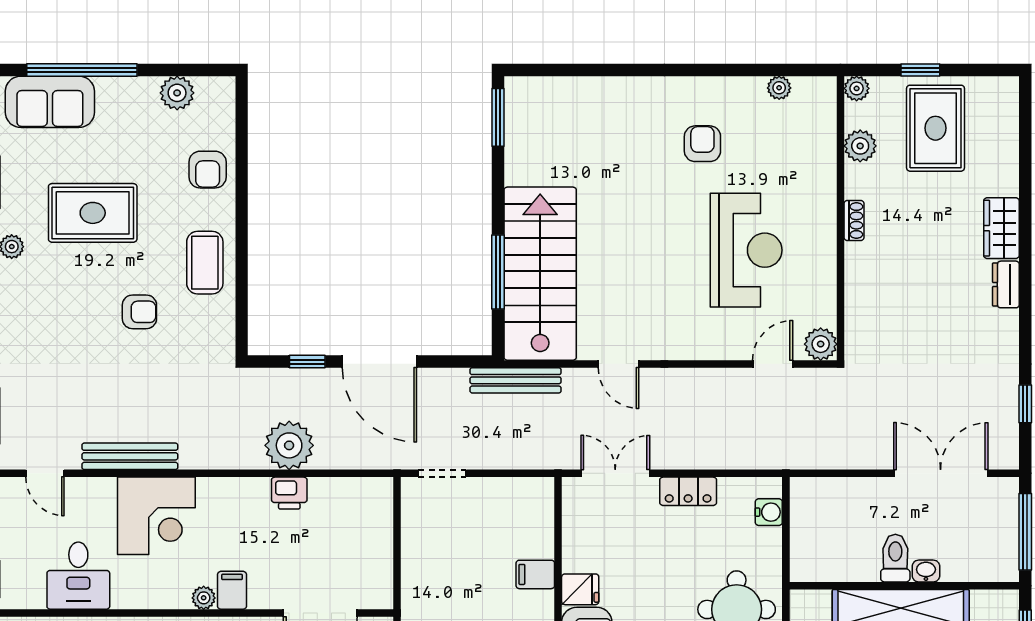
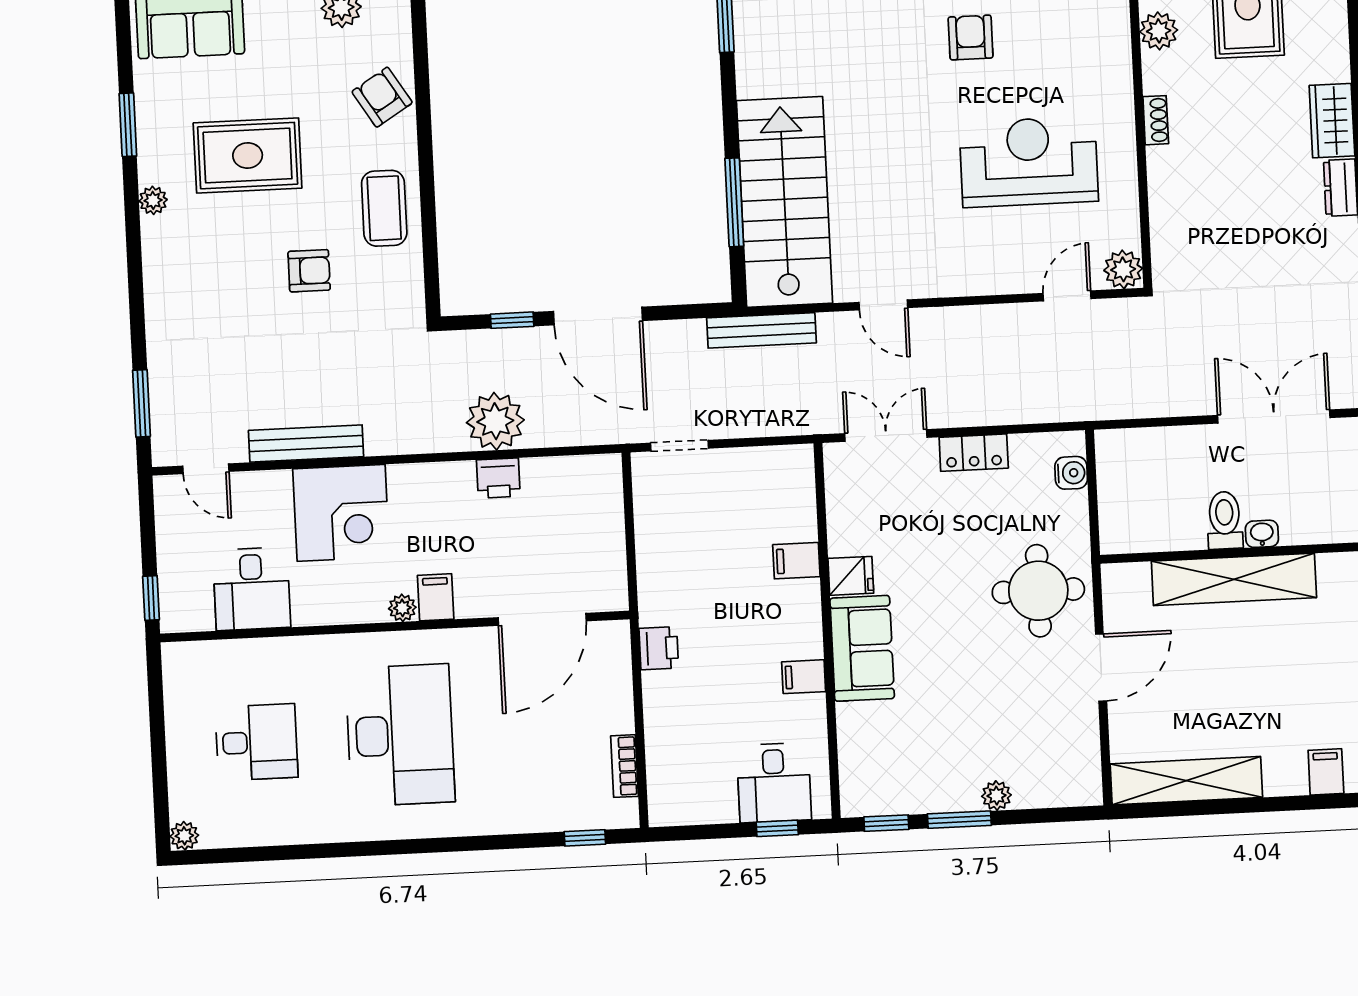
armchair: (208, 170) -> (382, 97), turned 148
reception desk: (746, 250) -> (1029, 162), turned -90

